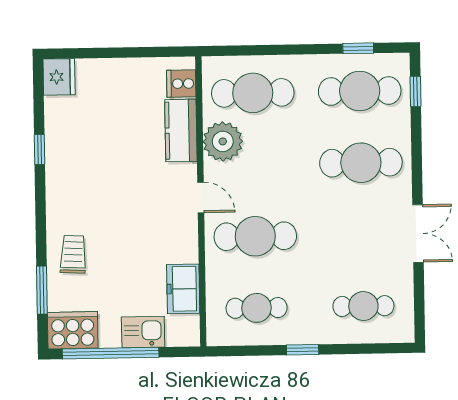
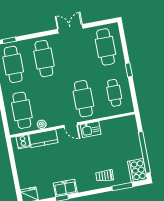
plant: (223, 141) -> (42, 124), width x0.53, depth x0.53
door: (201, 197) -> (71, 125), swing flipped
freezer: (183, 289) -> (65, 188), moved, turned 180
cafe table: (363, 306) -> (106, 47), width x1.37, depth x1.35
kitchen sink: (143, 332) -> (91, 129), moved, turned -90

